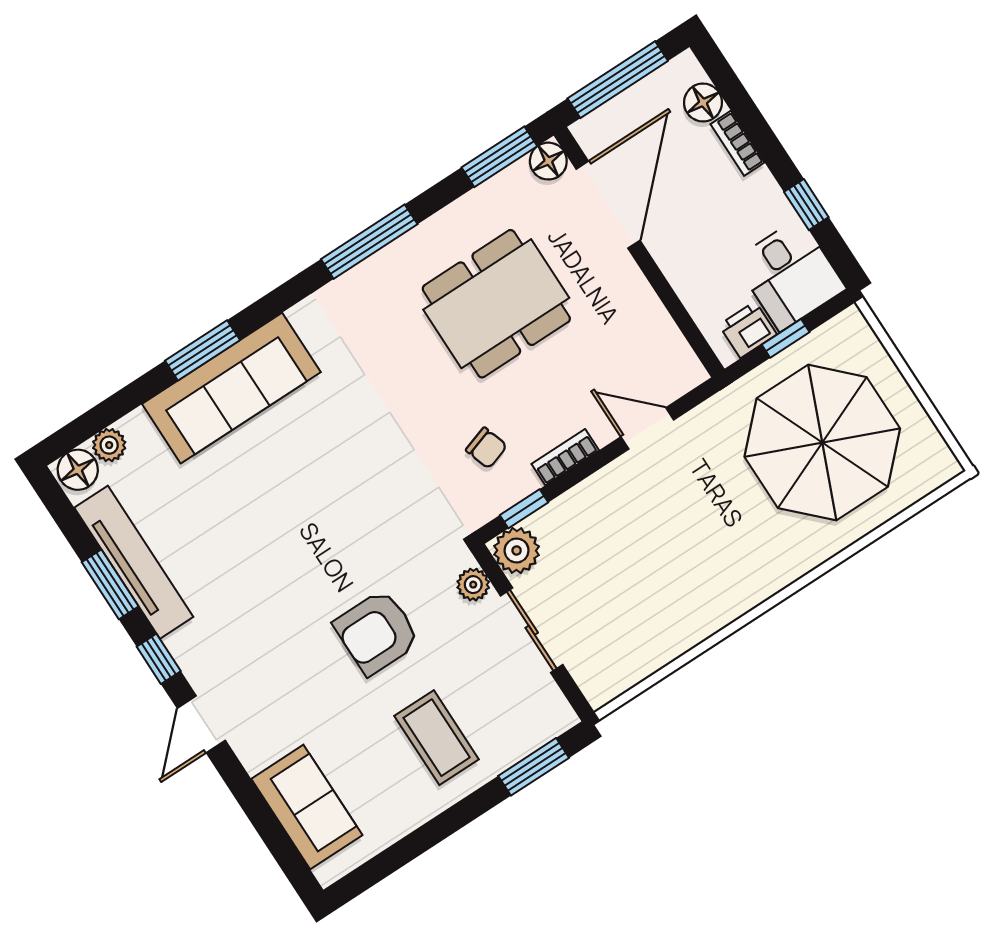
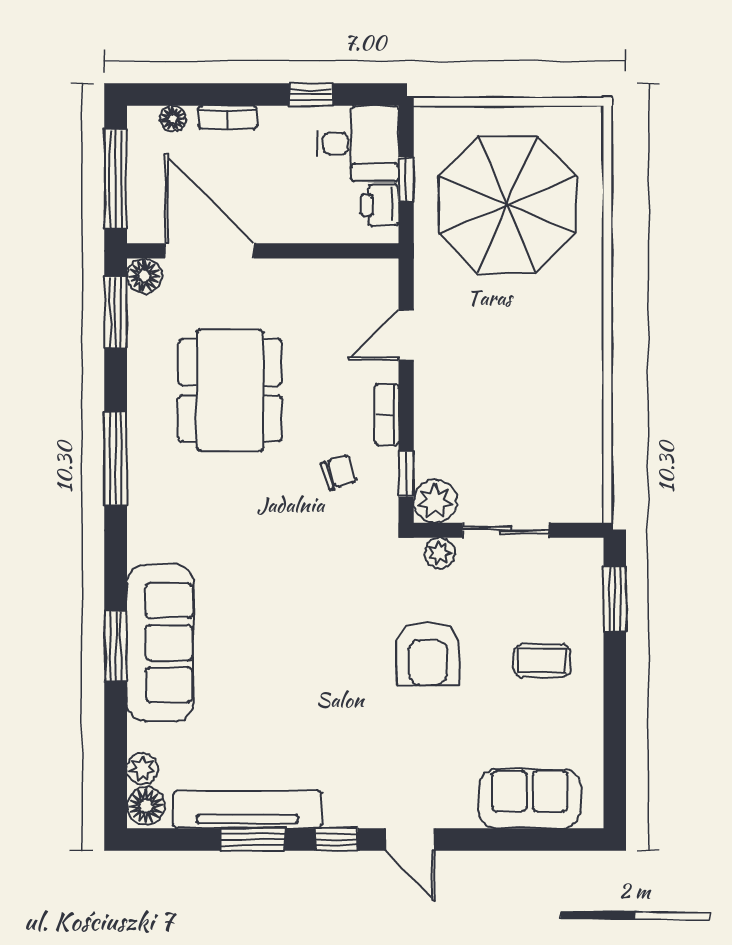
floor lamp: (703, 103) -> (173, 119), width x0.73, depth x0.73
coffee table: (437, 738) -> (542, 661), width x0.73, depth x0.77

